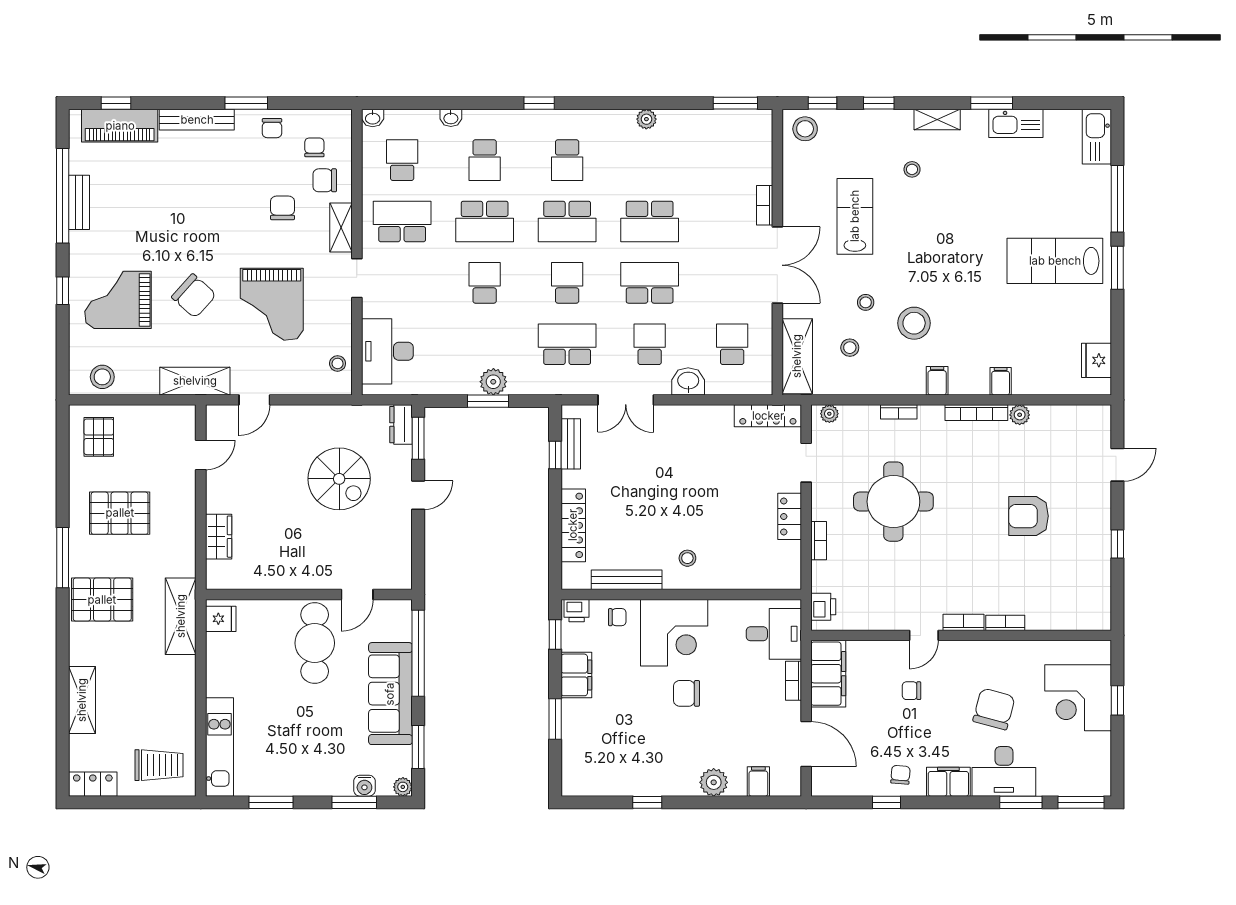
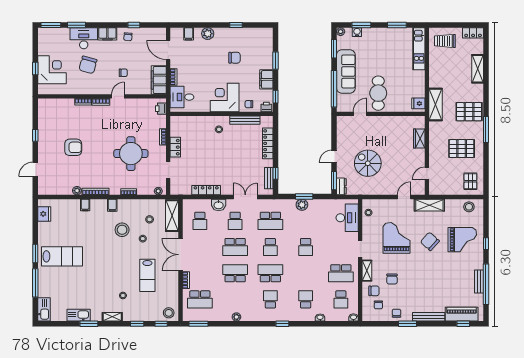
school desk: (485, 221) -> (200, 299), moved, turned 180
locker: (768, 416) -> (206, 190), moved
chair: (687, 693) -> (234, 58), moved

